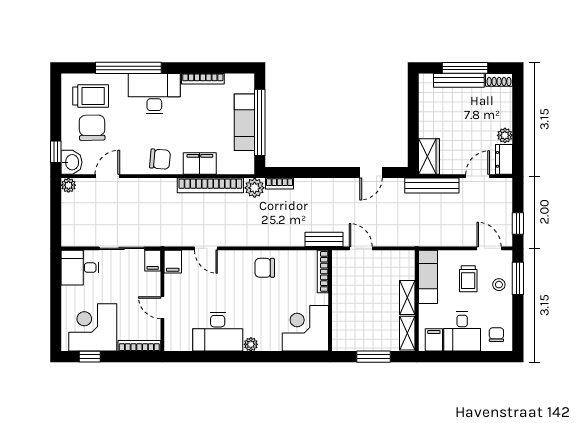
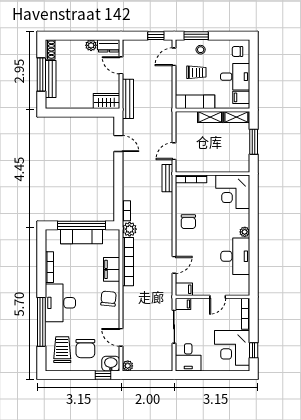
chair: (92, 128) -> (85, 349), turned -89

